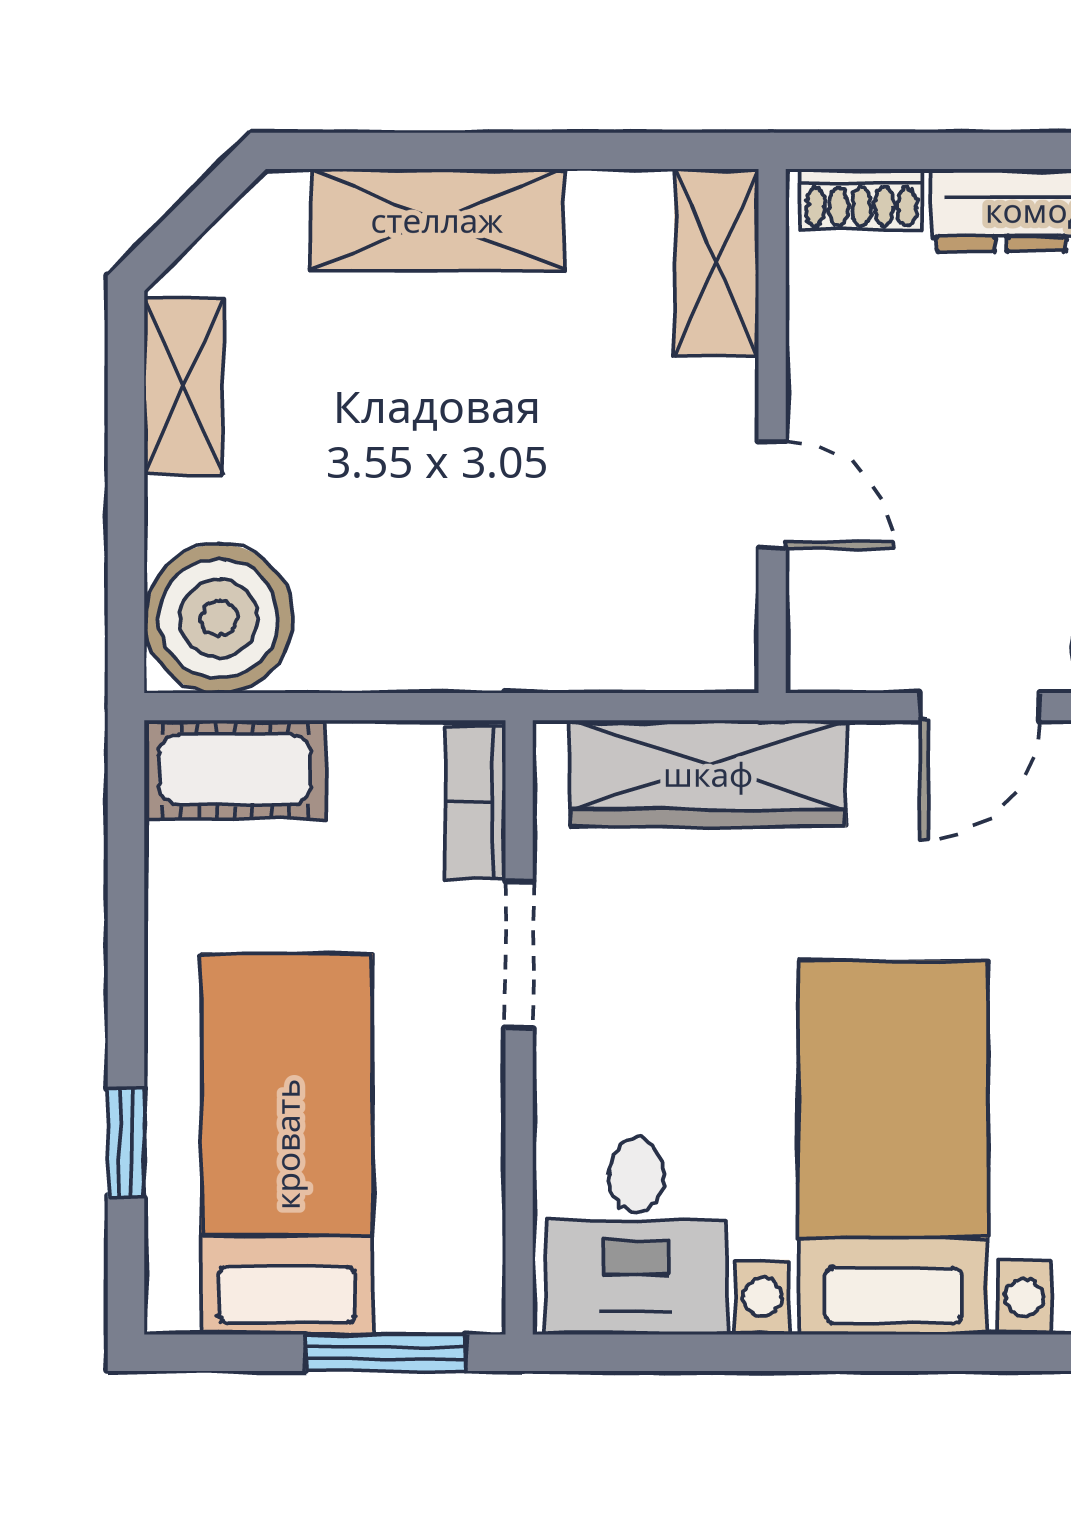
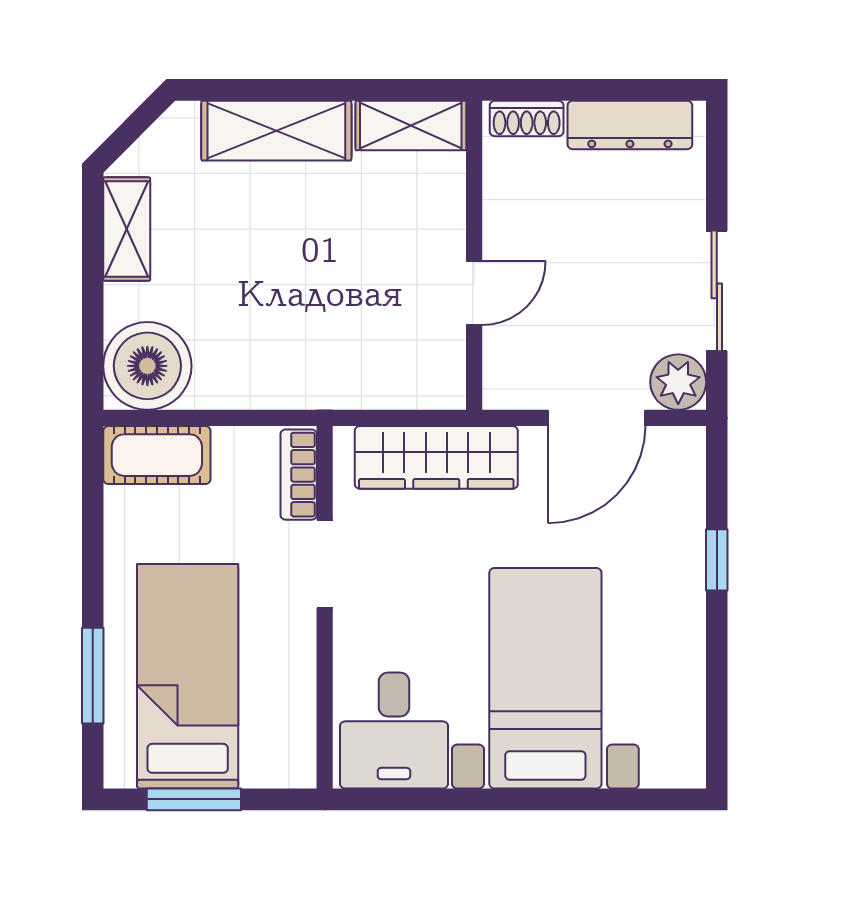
shelving: (716, 263) -> (411, 125), moved, turned 90
door: (772, 495) -> (474, 293), hinge flipped
door: (980, 707) -> (597, 418), width x1.38
window: (126, 1143) -> (93, 676), width x1.50
window: (386, 1353) -> (194, 799), moved

